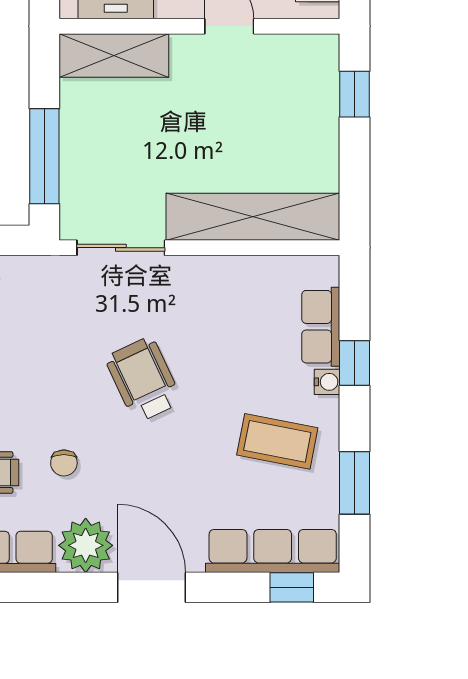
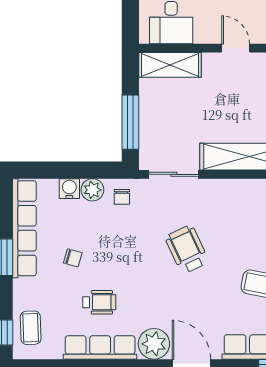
chair: (64, 463) -> (122, 197), moved

